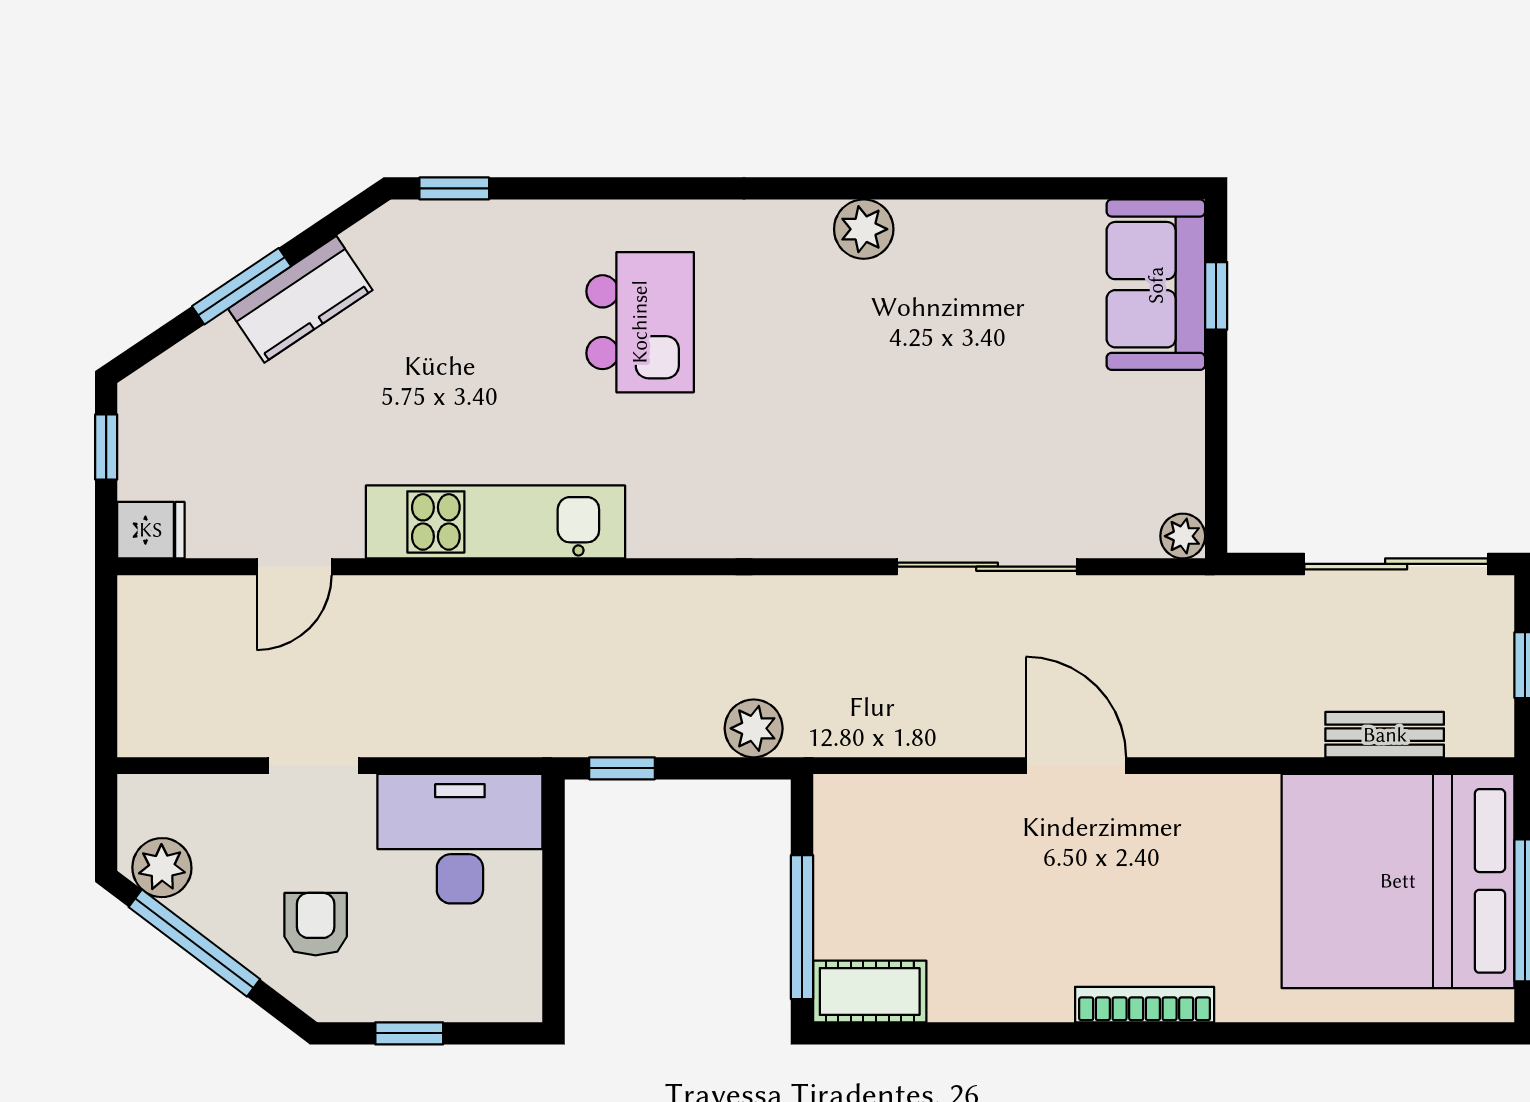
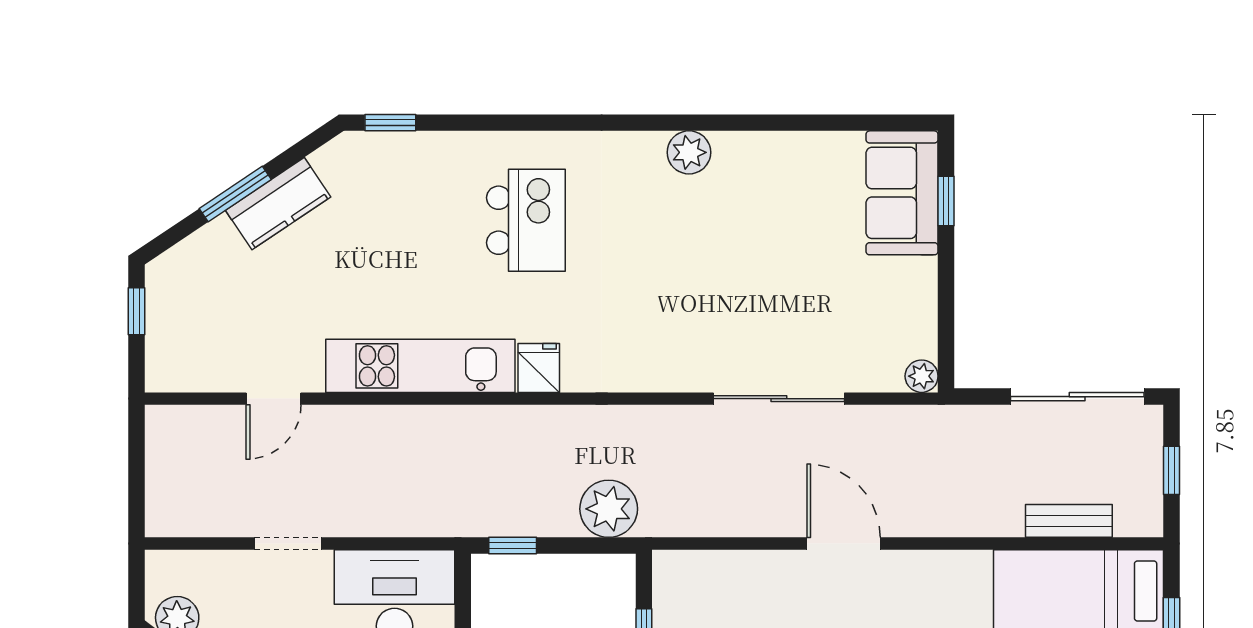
fridge: (151, 530) -> (539, 368), moved, turned -90
plant: (754, 728) -> (609, 509), width x1.36, depth x1.36

